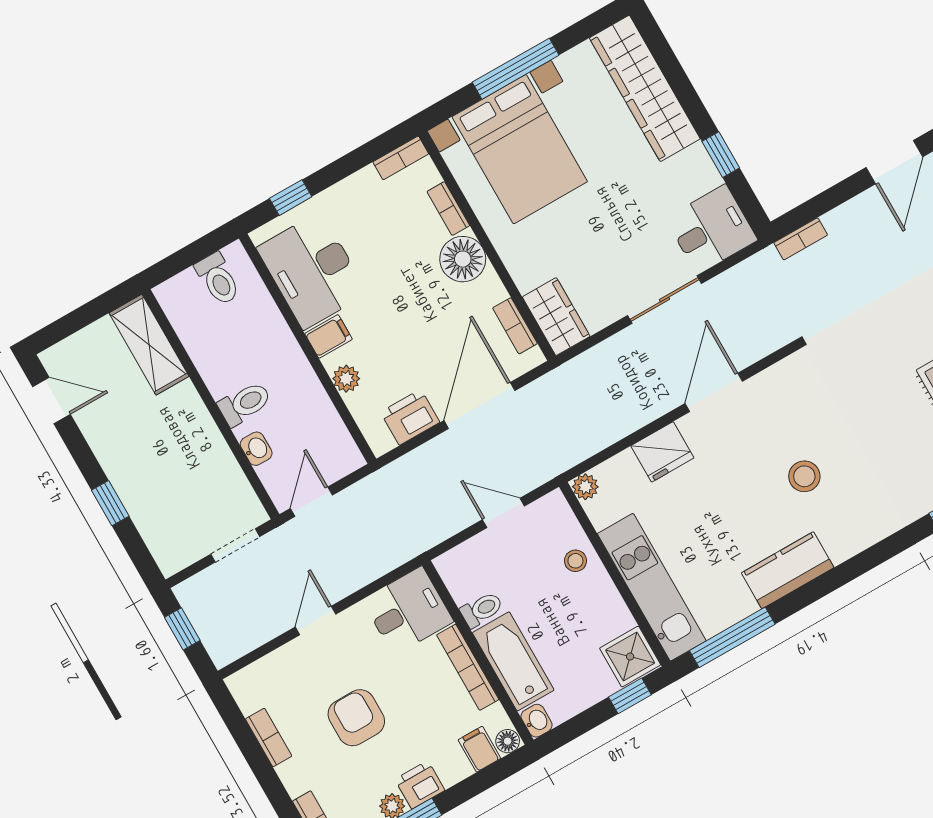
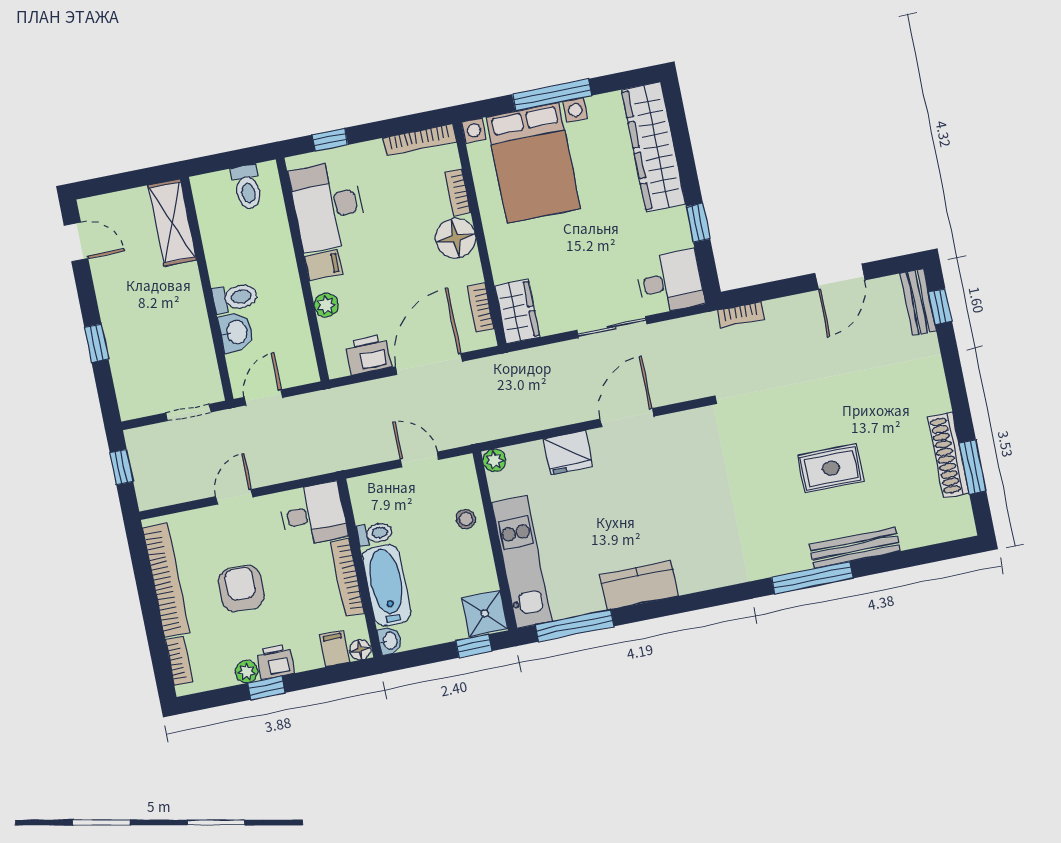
bookcase: (401, 158) -> (419, 140), width x1.56
washbasin: (256, 449) -> (236, 332), width x1.38, depth x1.45
stool: (804, 476) -> (679, 512), removed
bookcase: (269, 737) -> (166, 580), width x2.31, depth x1.31

